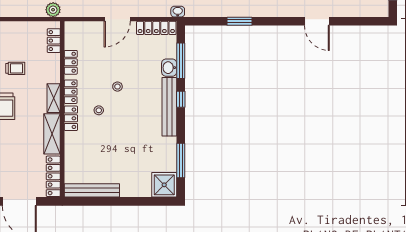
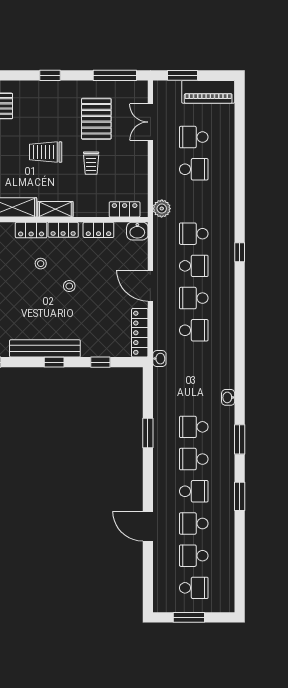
door: (317, 21) -> (148, 526), hinge flipped
window: (181, 61) -> (100, 362), width x0.46
washbasin: (169, 68) -> (137, 231), moved, turned 180

